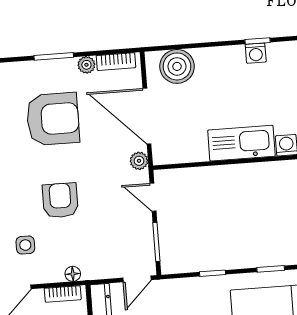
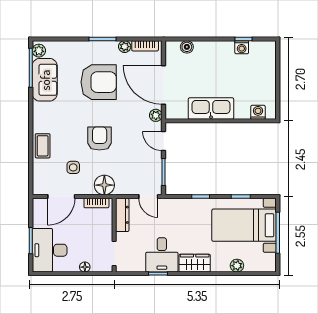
boiler: (177, 66) -> (187, 47), width x0.54, depth x0.54
kitchen sink: (241, 143) -> (211, 108), moved
floor lamp: (73, 274) -> (104, 185), width x1.89, depth x1.89
door: (137, 279) -> (148, 197), hinge flipped

